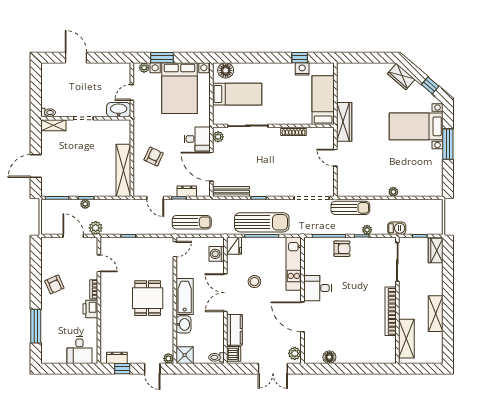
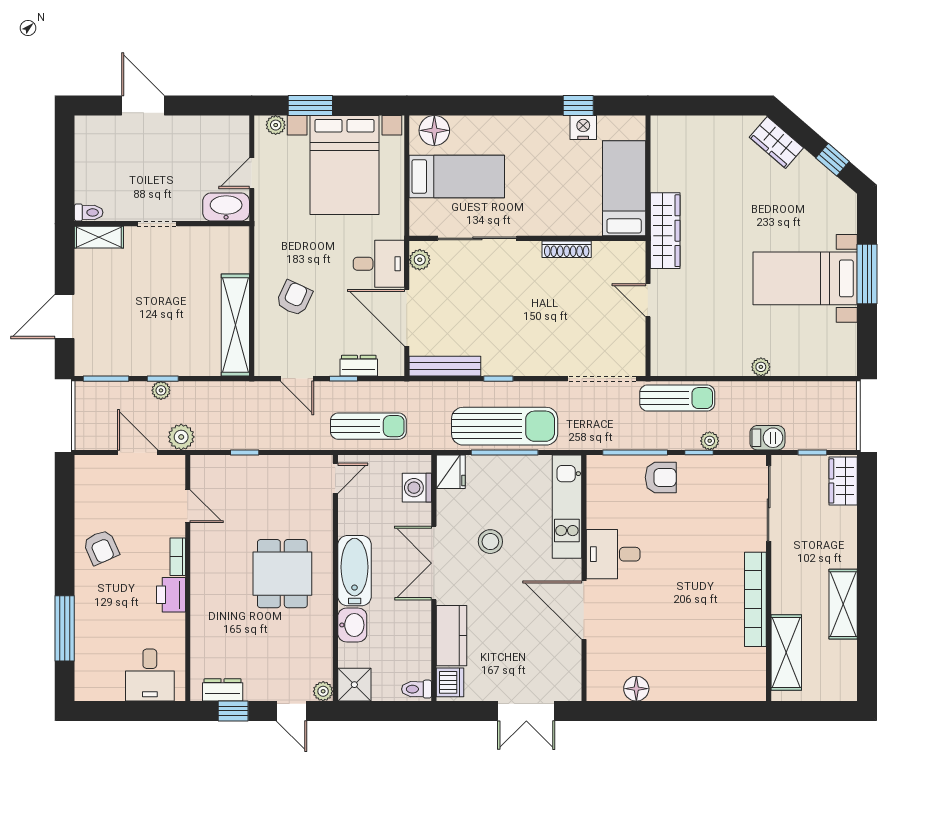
bed with nightstands: (416, 126) -> (805, 278), moved
plant: (295, 353) -> (569, 681), removed

